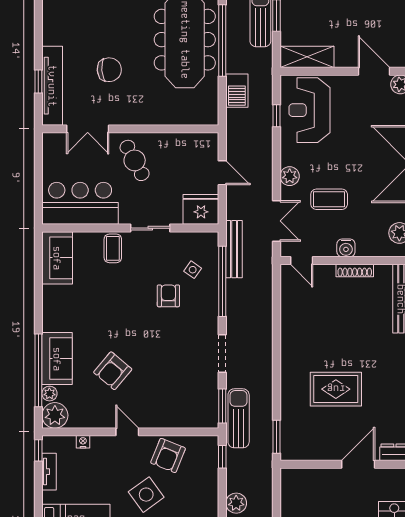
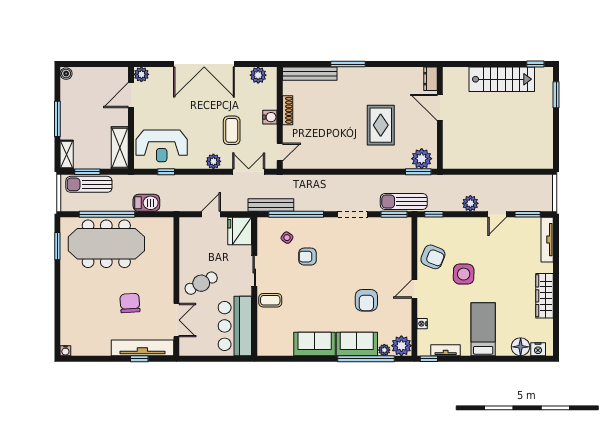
sofa: (57, 258) -> (315, 344), moved
armchair: (113, 371) -> (366, 300), turned 50
plant: (293, 441) -> (422, 159), added
side table: (146, 495) -> (464, 274), turned 37

